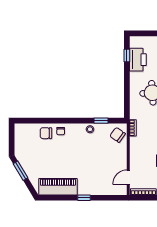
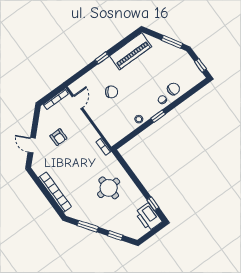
printer: (138, 60) -> (148, 217), moved
window: (101, 121) -> (158, 116), moved
chair: (118, 135) -> (112, 92), moved
window: (12, 136) -> (200, 65), added

